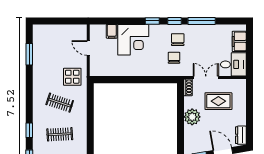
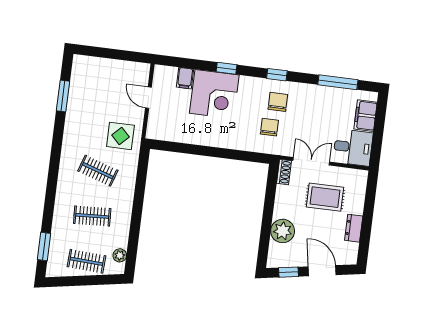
window: (152, 21) -> (226, 68), moved
window: (202, 21) -> (338, 82), moved
plant: (192, 117) -> (283, 231), moved
window: (29, 130) -> (49, 205), removed
dresser: (241, 135) -> (354, 228), moved

